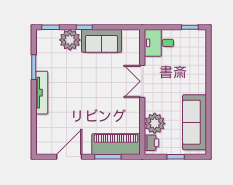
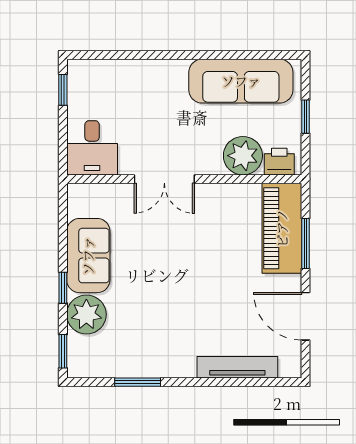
tv unit: (42, 93) -> (237, 367), moved

